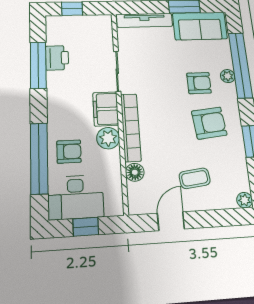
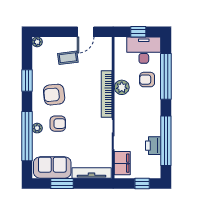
window: (38, 65) -> (166, 141), width x1.46
armchair: (199, 83) -> (58, 124), turned 180
filing cabinet: (106, 109) -> (122, 163), moved
floor lamp: (135, 172) -> (106, 64), removed

